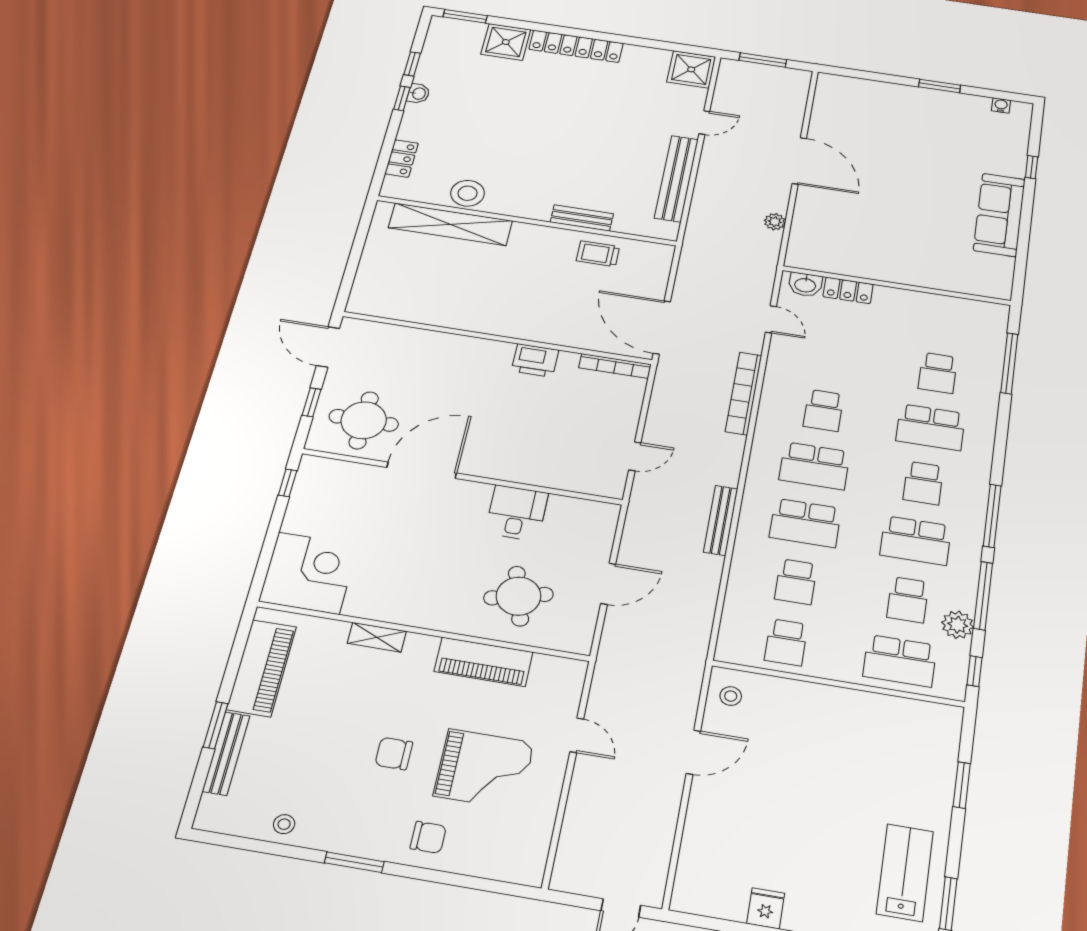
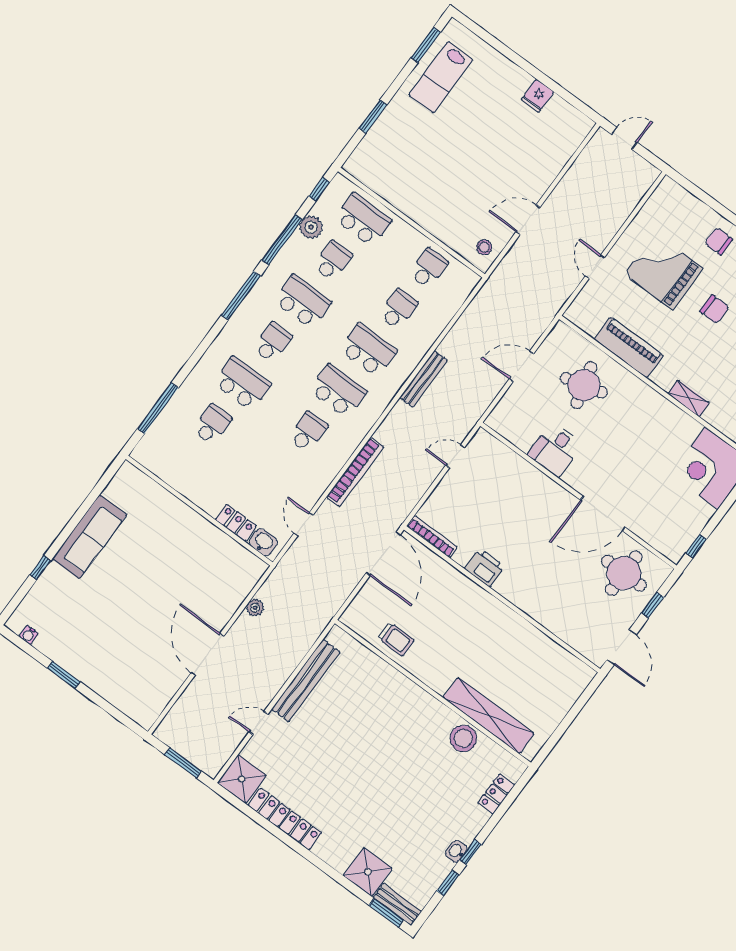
locker: (576, 46) -> (285, 819), moved
bench: (582, 218) -> (397, 904), moved

